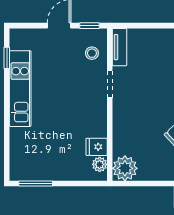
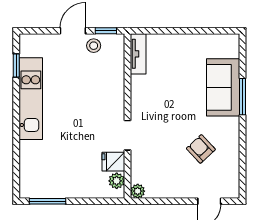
stool: (92, 53) -> (94, 46), moved
doorway: (110, 84) -> (128, 135), moved
plant: (125, 168) -> (138, 191), width x0.53, depth x0.53

